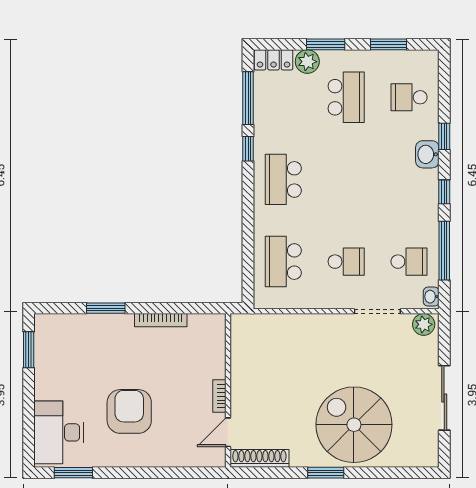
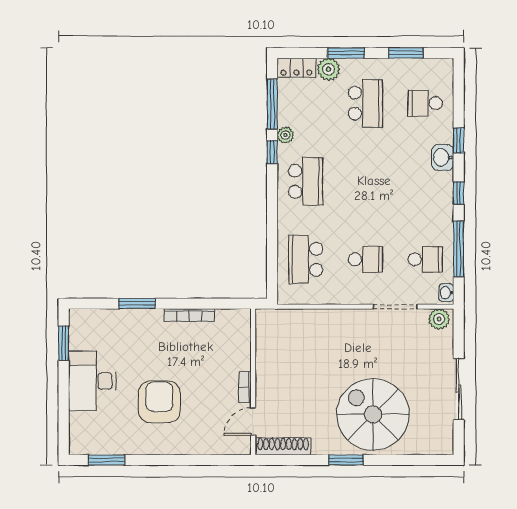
plant: (262, 131) -> (285, 135), added
school desk: (283, 179) -> (306, 181), turned 180
desk: (59, 432) -> (92, 381), moved

